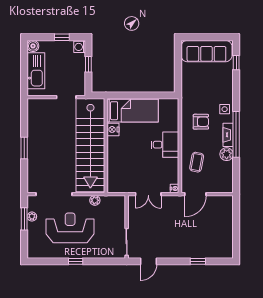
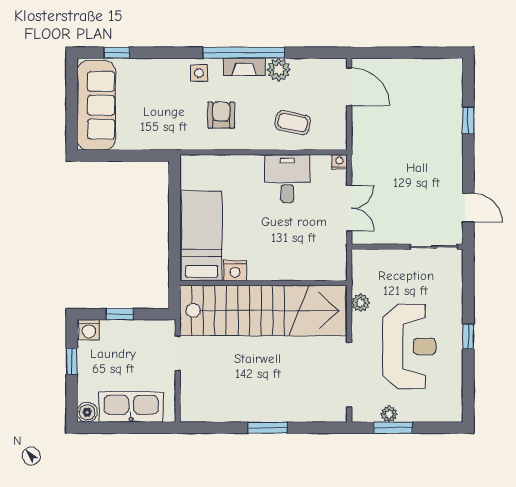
desk: (165, 145) -> (287, 179), moved
door: (195, 194) -> (349, 87), moved
reception desk: (70, 228) -> (409, 347), turned 180

